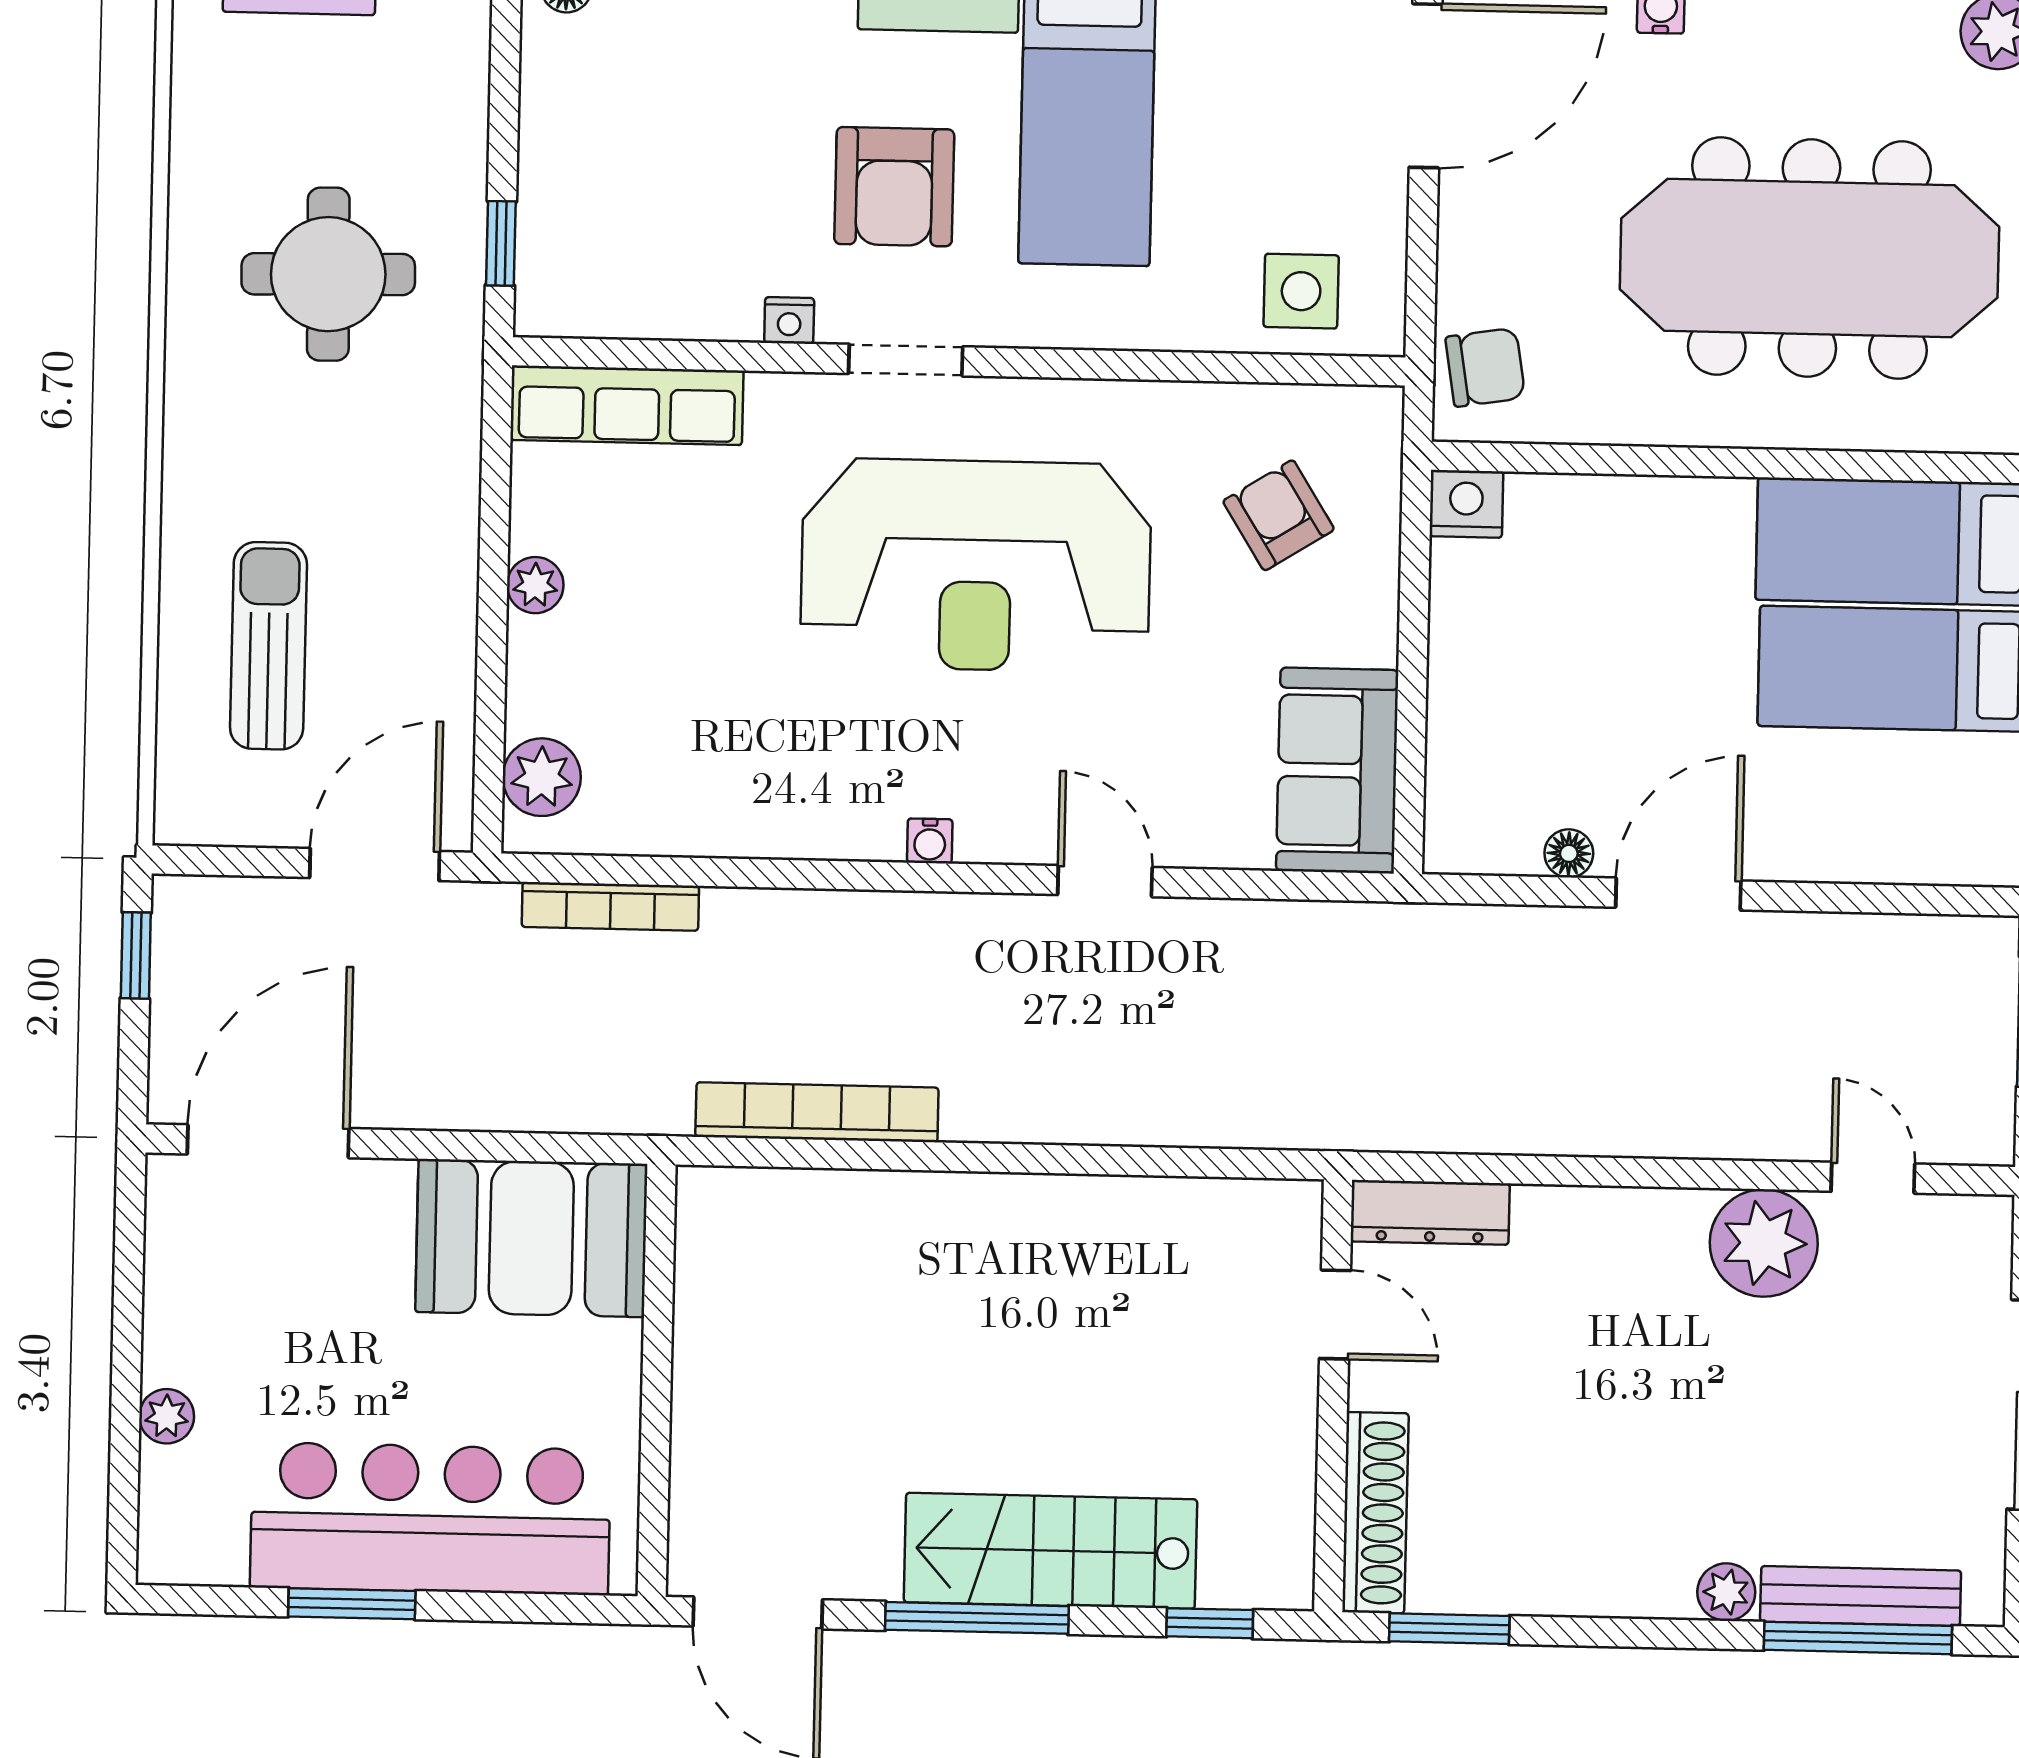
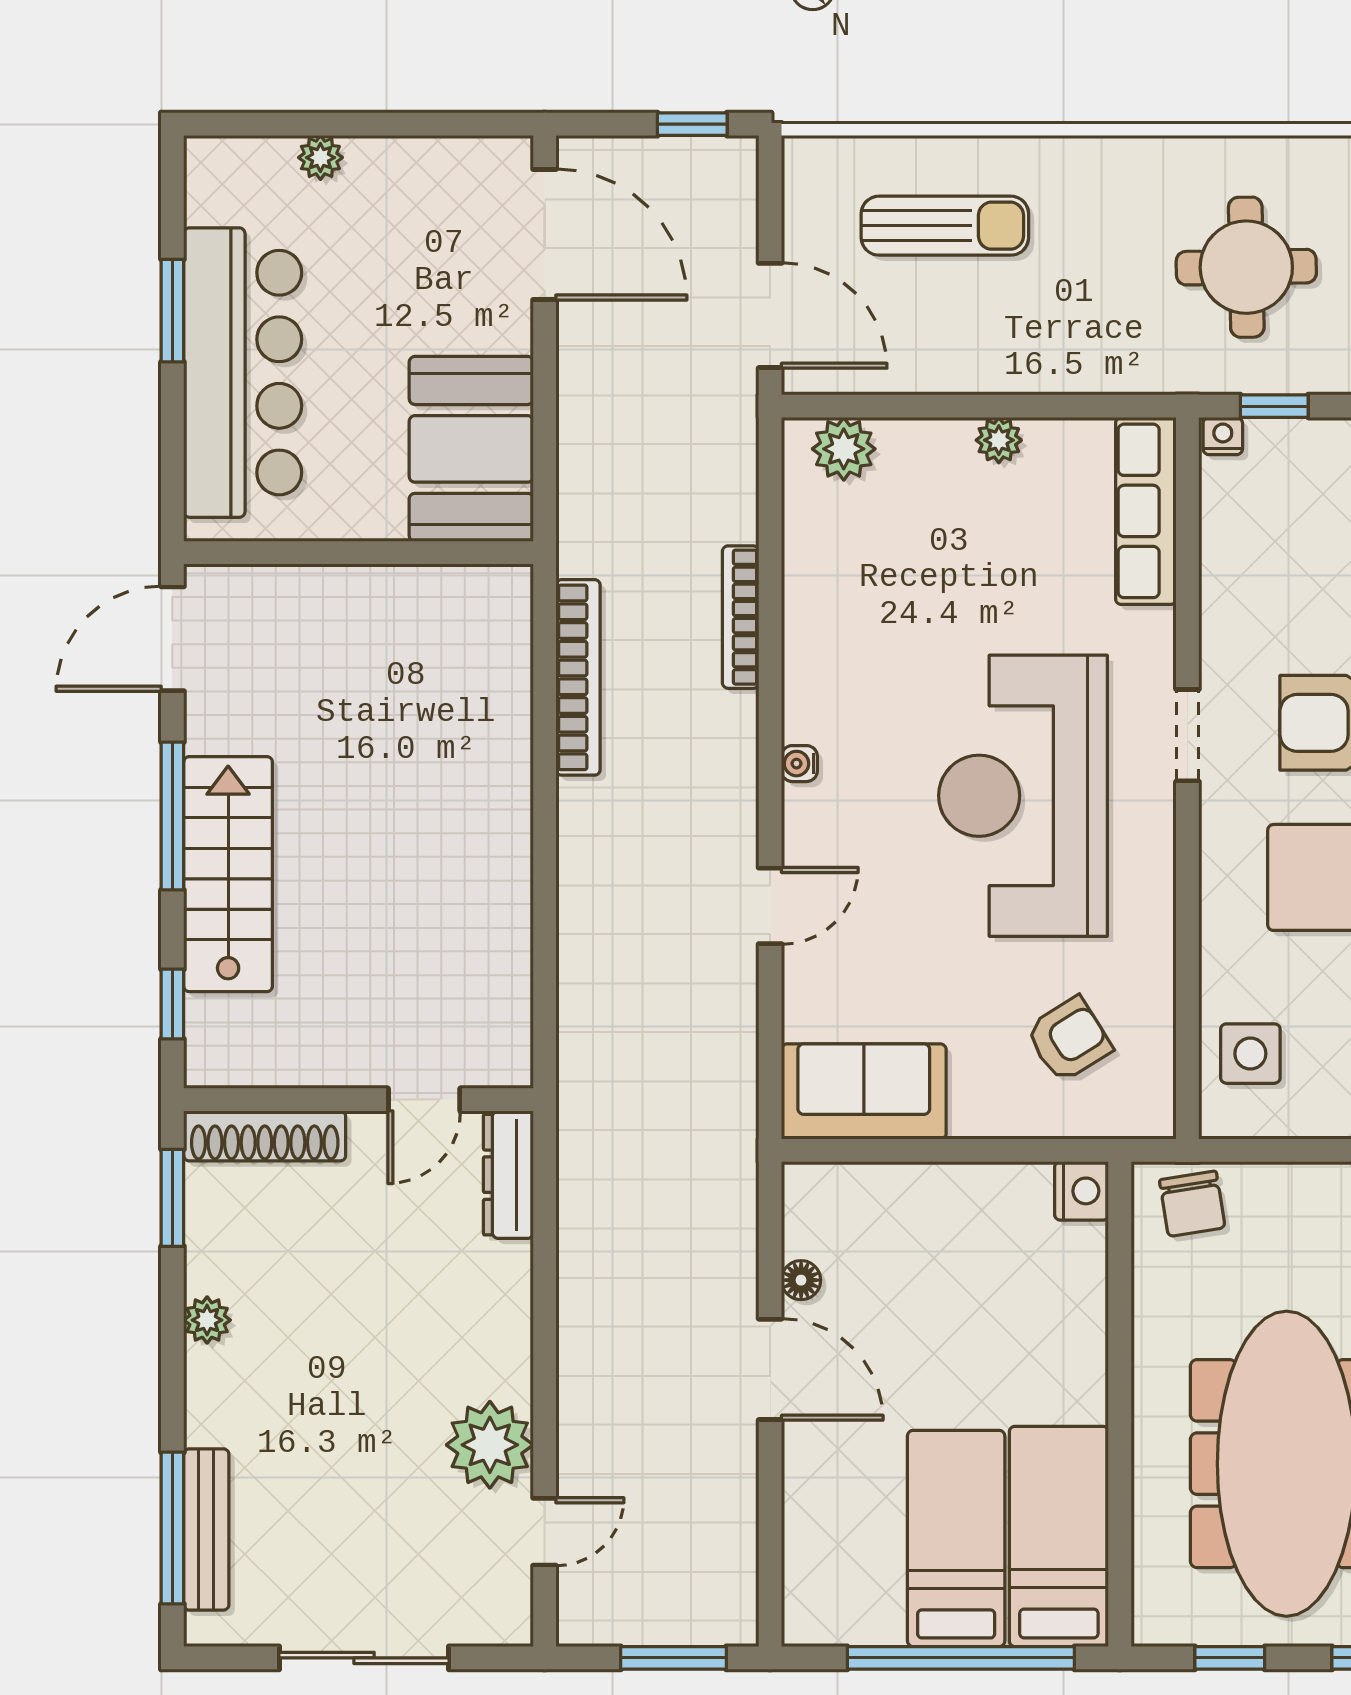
nightstand: (789, 320) -> (1223, 436), moved, turned 90
bookcase: (610, 906) -> (741, 617), moved
plant: (1726, 1592) -> (207, 1320), moved

